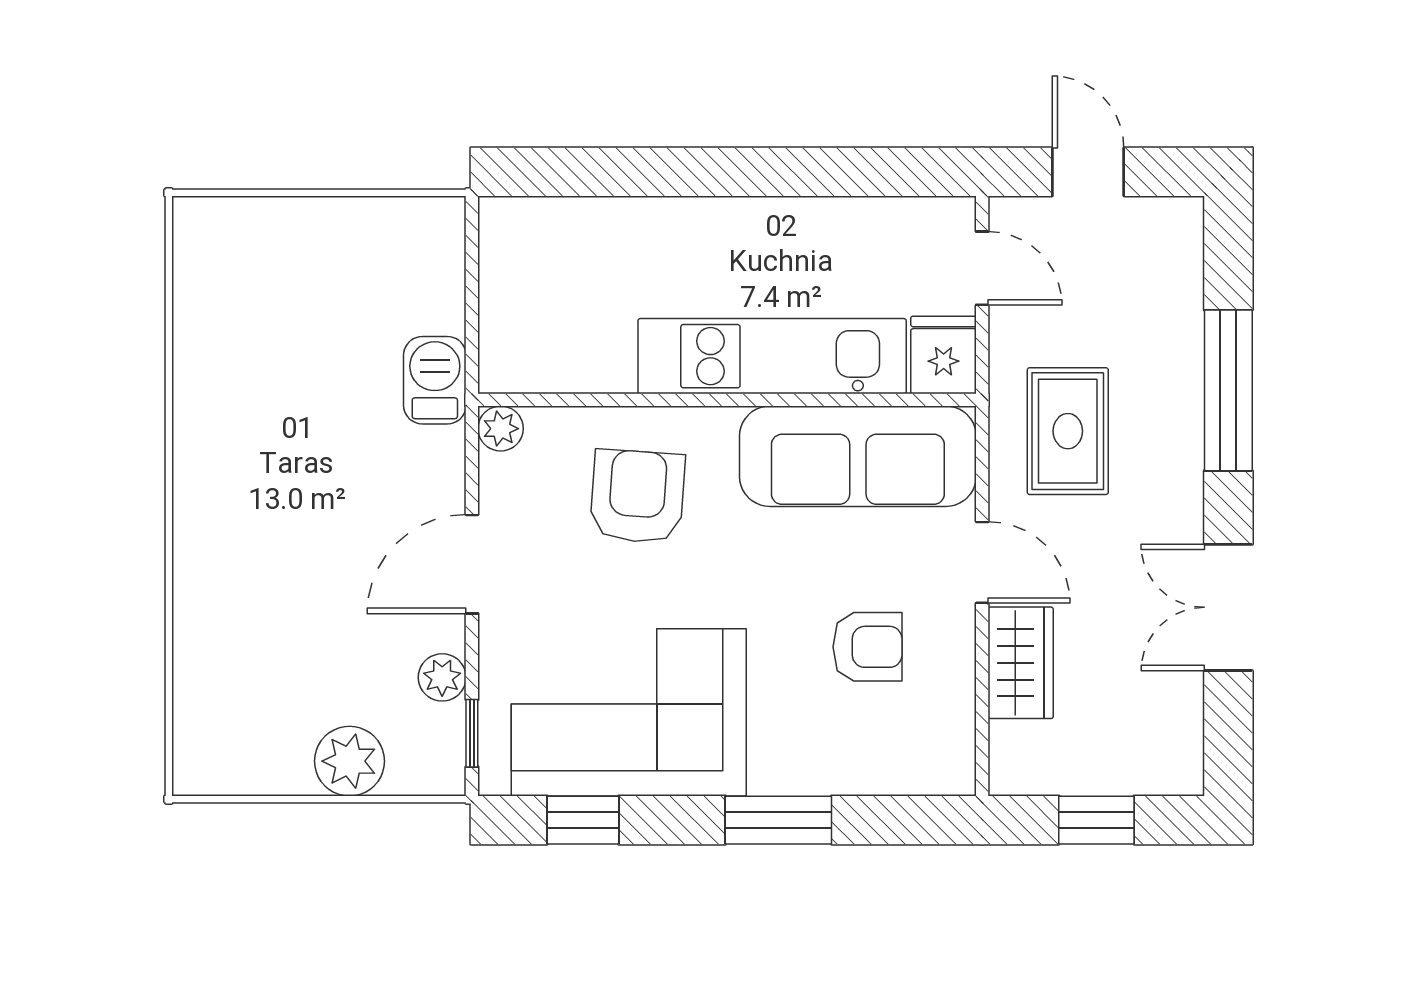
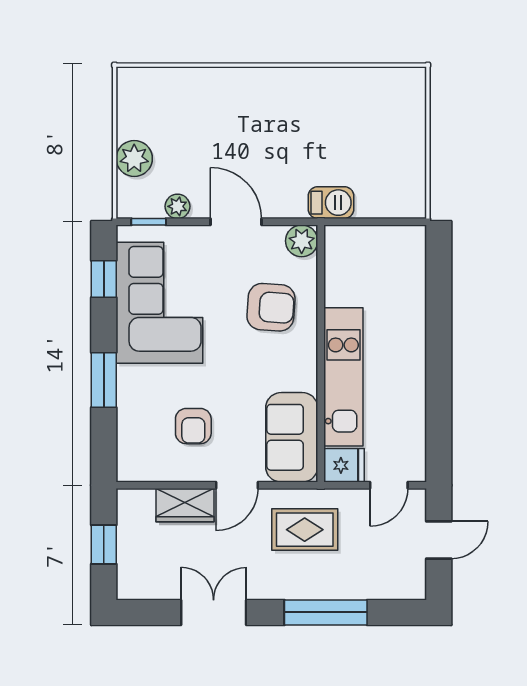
plant: (501, 429) -> (302, 241), width x1.38, depth x1.38
sofa: (858, 456) -> (292, 437), width x0.73

